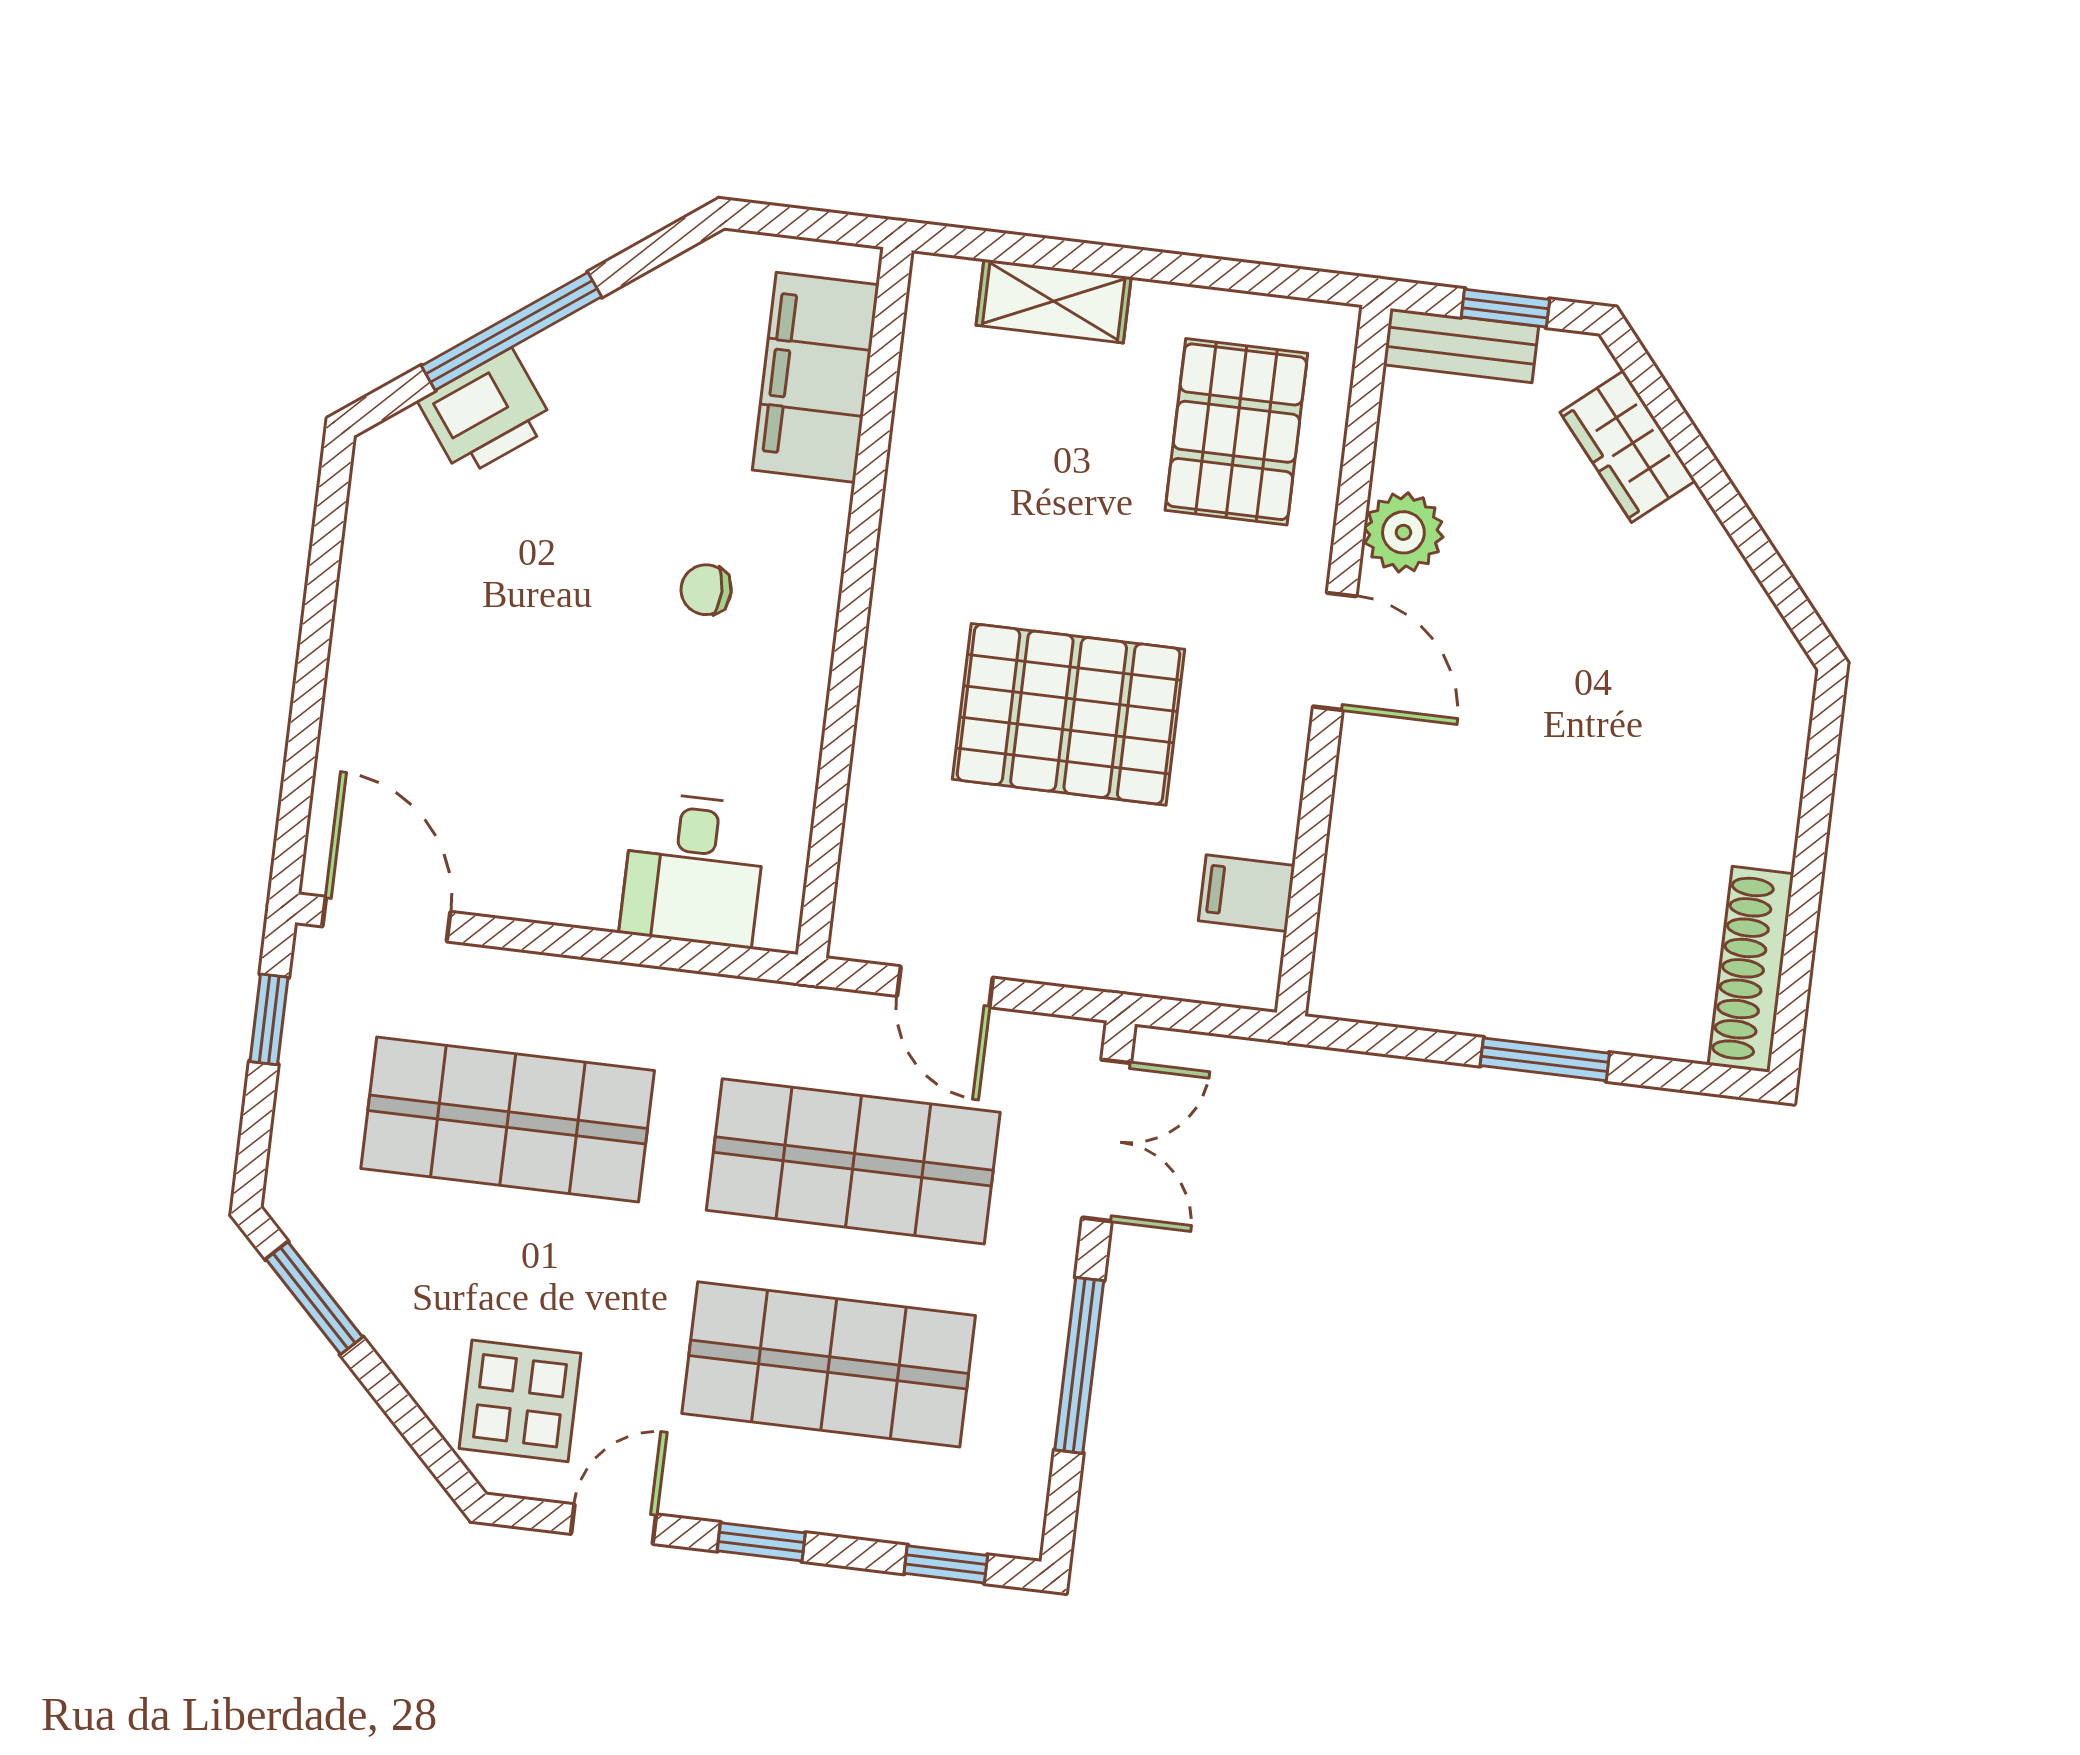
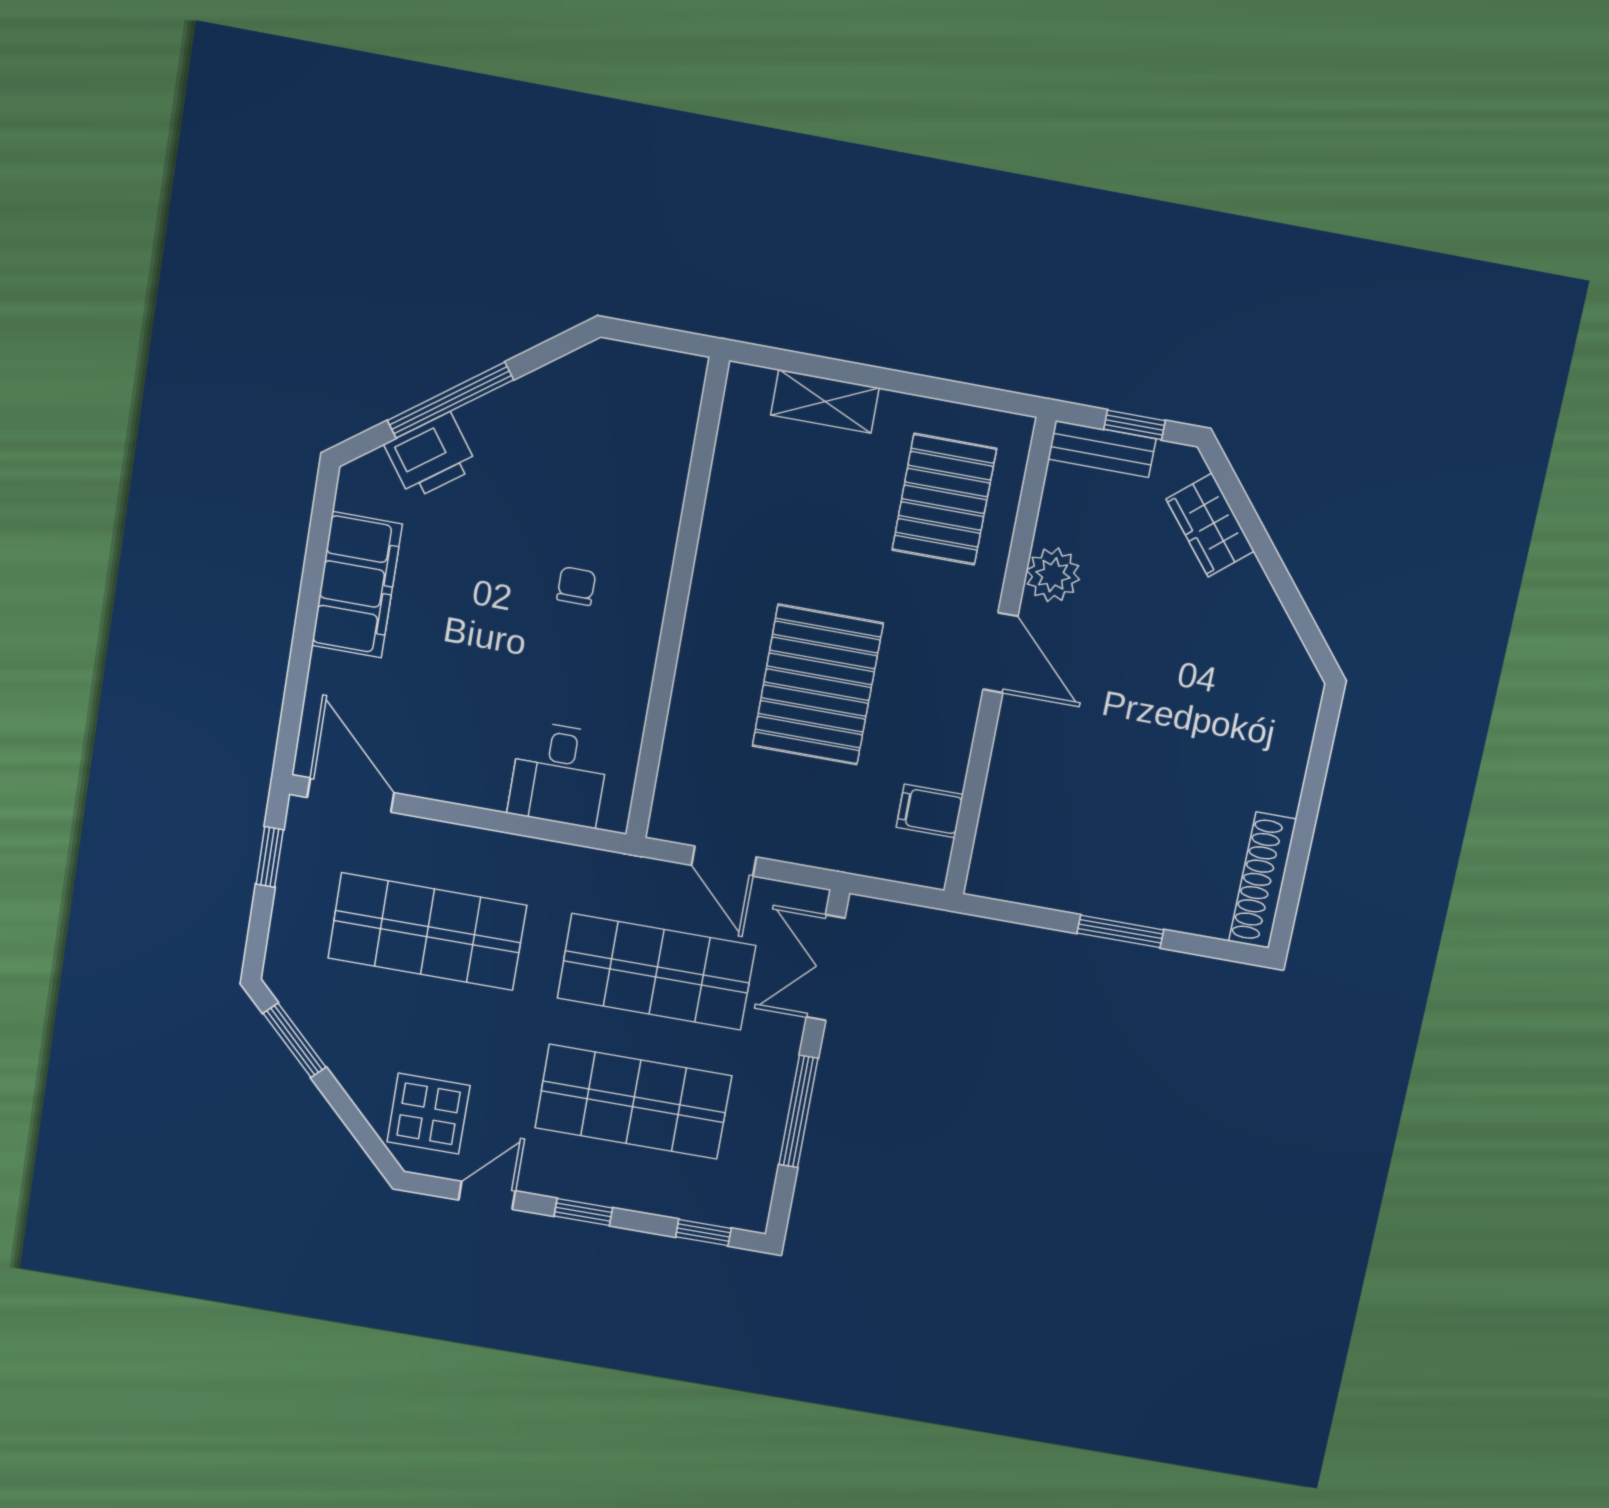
filing cabinet: (816, 377) -> (357, 585), moved, turned 180
chair: (706, 590) -> (576, 586), turned 90
pallet: (1069, 714) -> (818, 685), turned 90
double door: (1107, 1140) -> (826, 968), swing flipped

